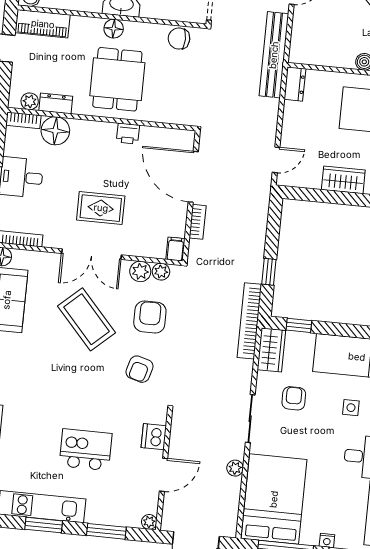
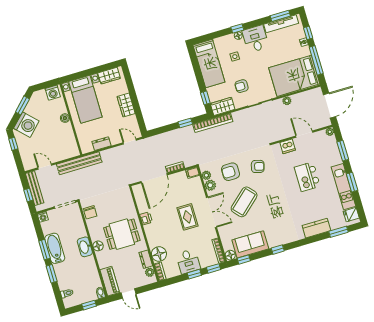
dresser: (295, 84) -> (102, 144), moved

